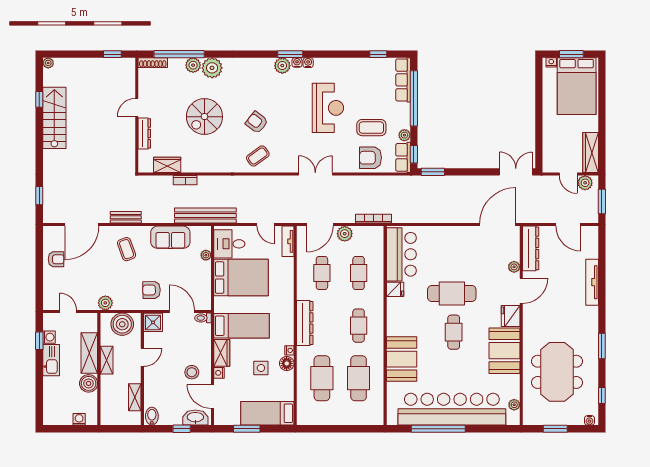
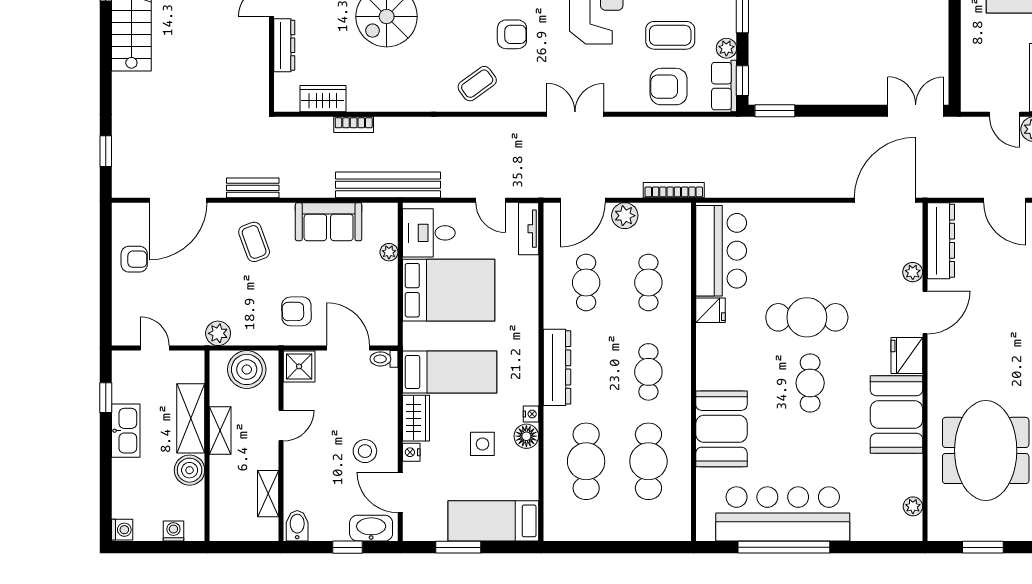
armchair: (257, 122) -> (512, 34), moved, turned 142
washing machine: (49, 337) -> (122, 530), moved
bar counter: (452, 409) -> (783, 514), width x0.73

